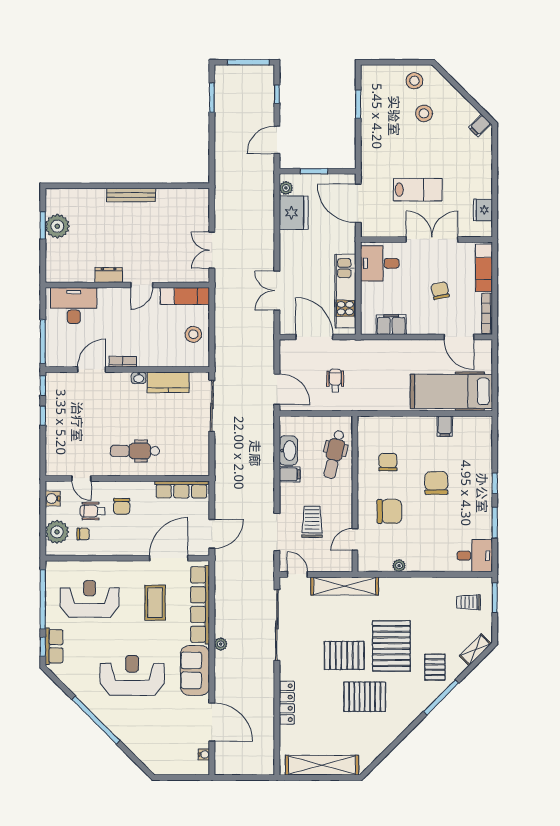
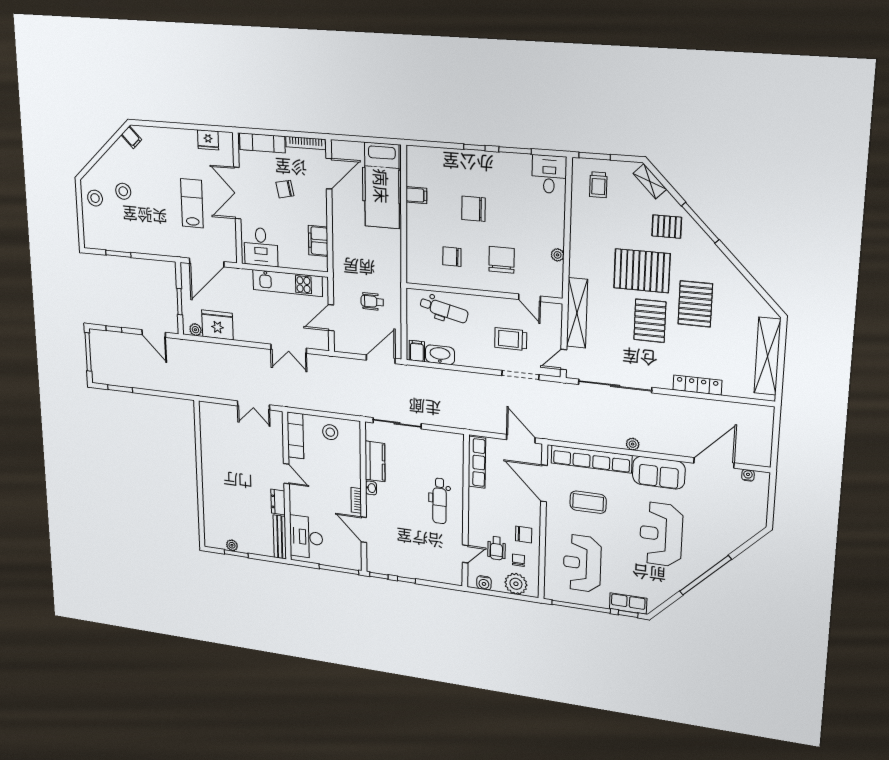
bench: (131, 195) -> (280, 537), moved
plant: (57, 226) -> (232, 545), width x0.53, depth x0.53
door: (314, 337) -> (331, 318), width x0.73
filing cabinet: (290, 474) -> (417, 351), moved
chair: (122, 506) -> (524, 535), moved

